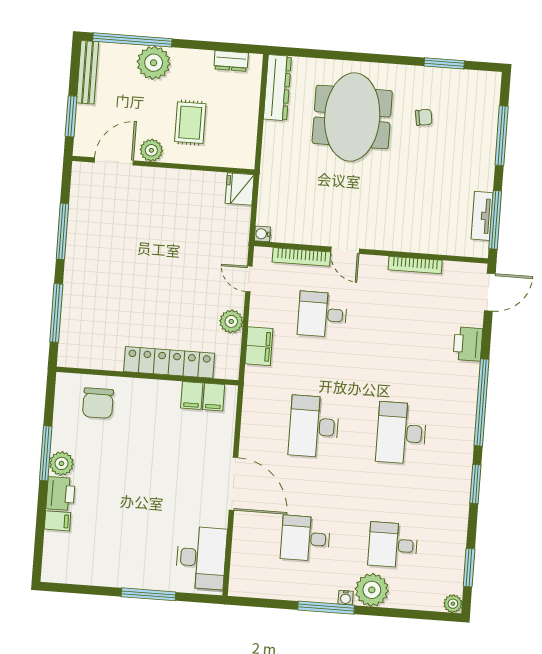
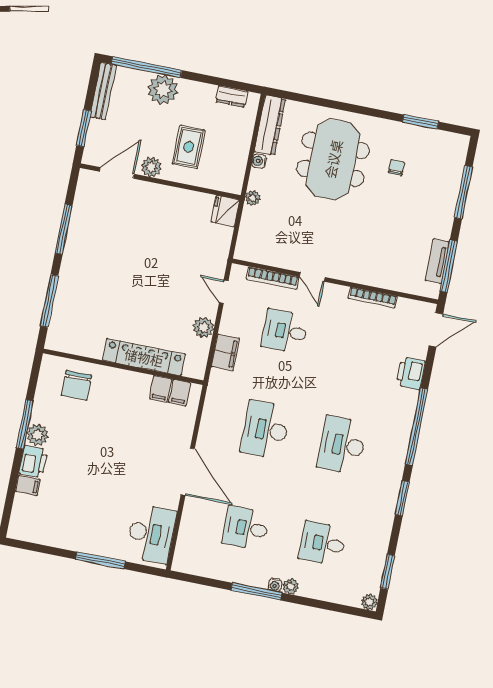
chair: (424, 117) -> (396, 167), turned -81
plant: (268, 171) -> (253, 198), added
water cooler: (262, 234) -> (259, 161), moved
plant: (372, 590) -> (291, 586), width x0.53, depth x0.53

